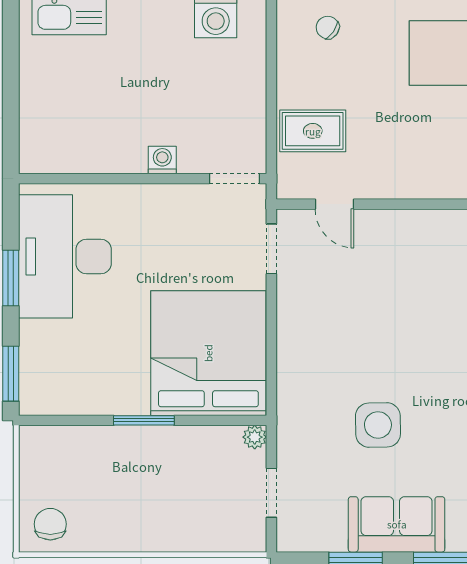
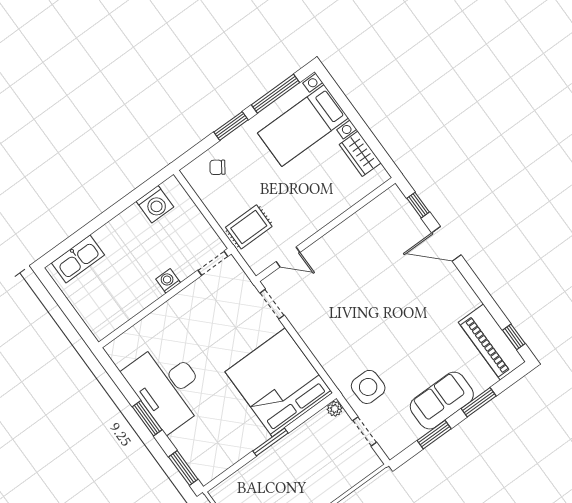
washing machine: (162, 160) -> (168, 281), moved
wall: (143, 179) -> (165, 298), moved
doorway: (235, 179) -> (213, 263), moved
side table: (378, 425) -> (368, 387), moved

